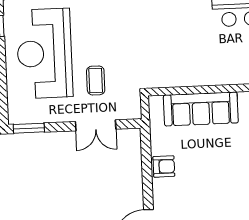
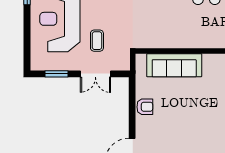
window: (29, 128) -> (56, 74), moved

